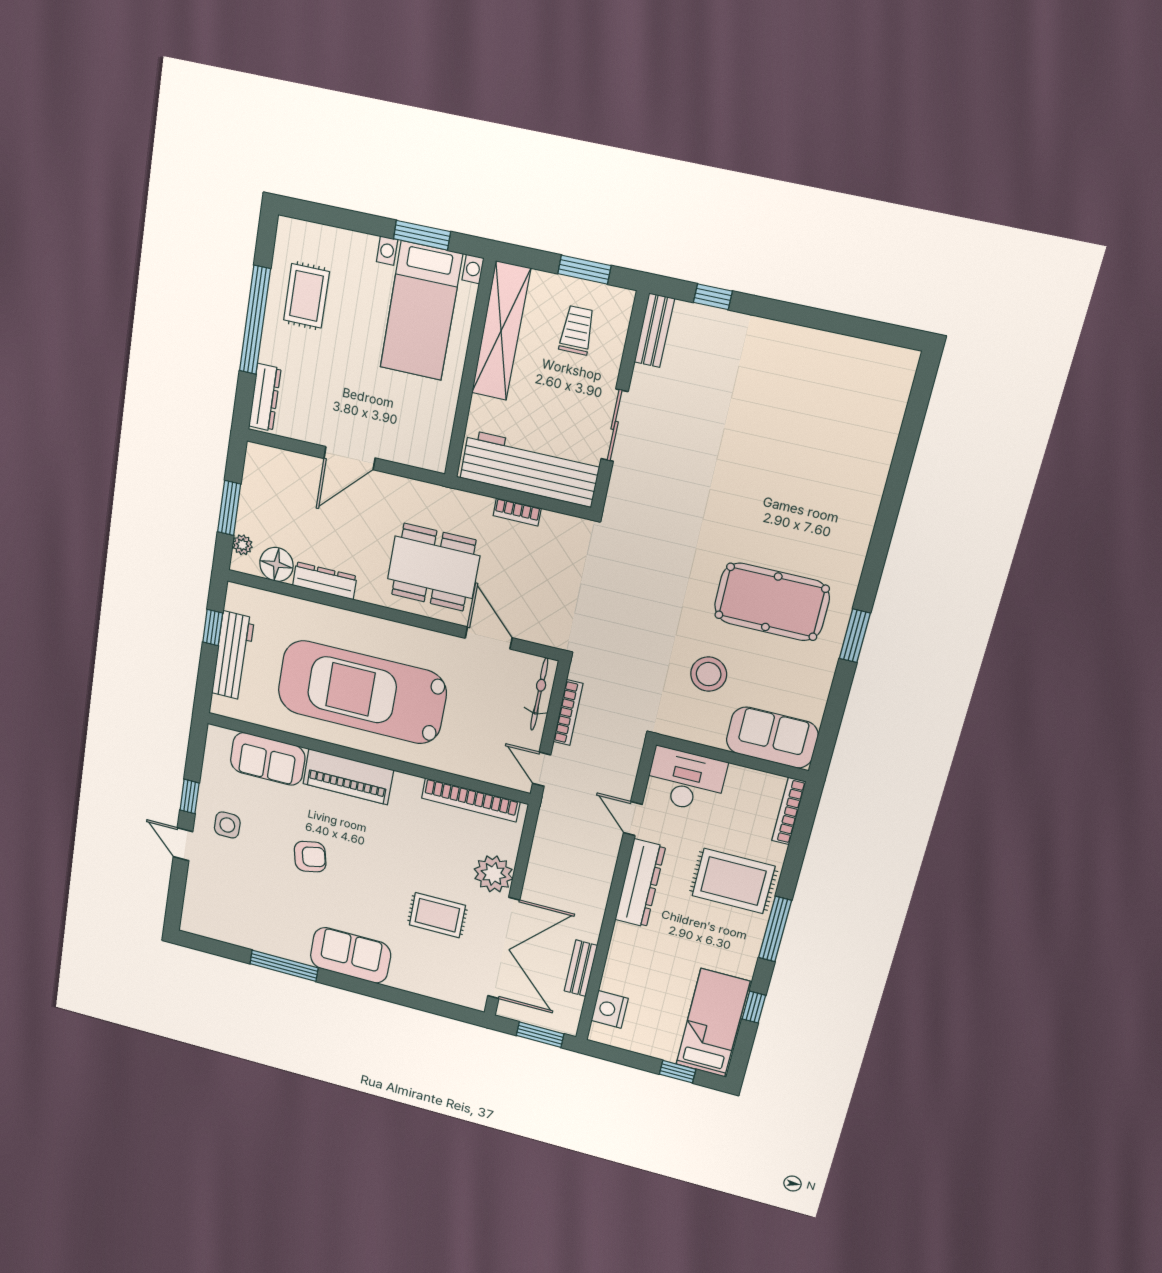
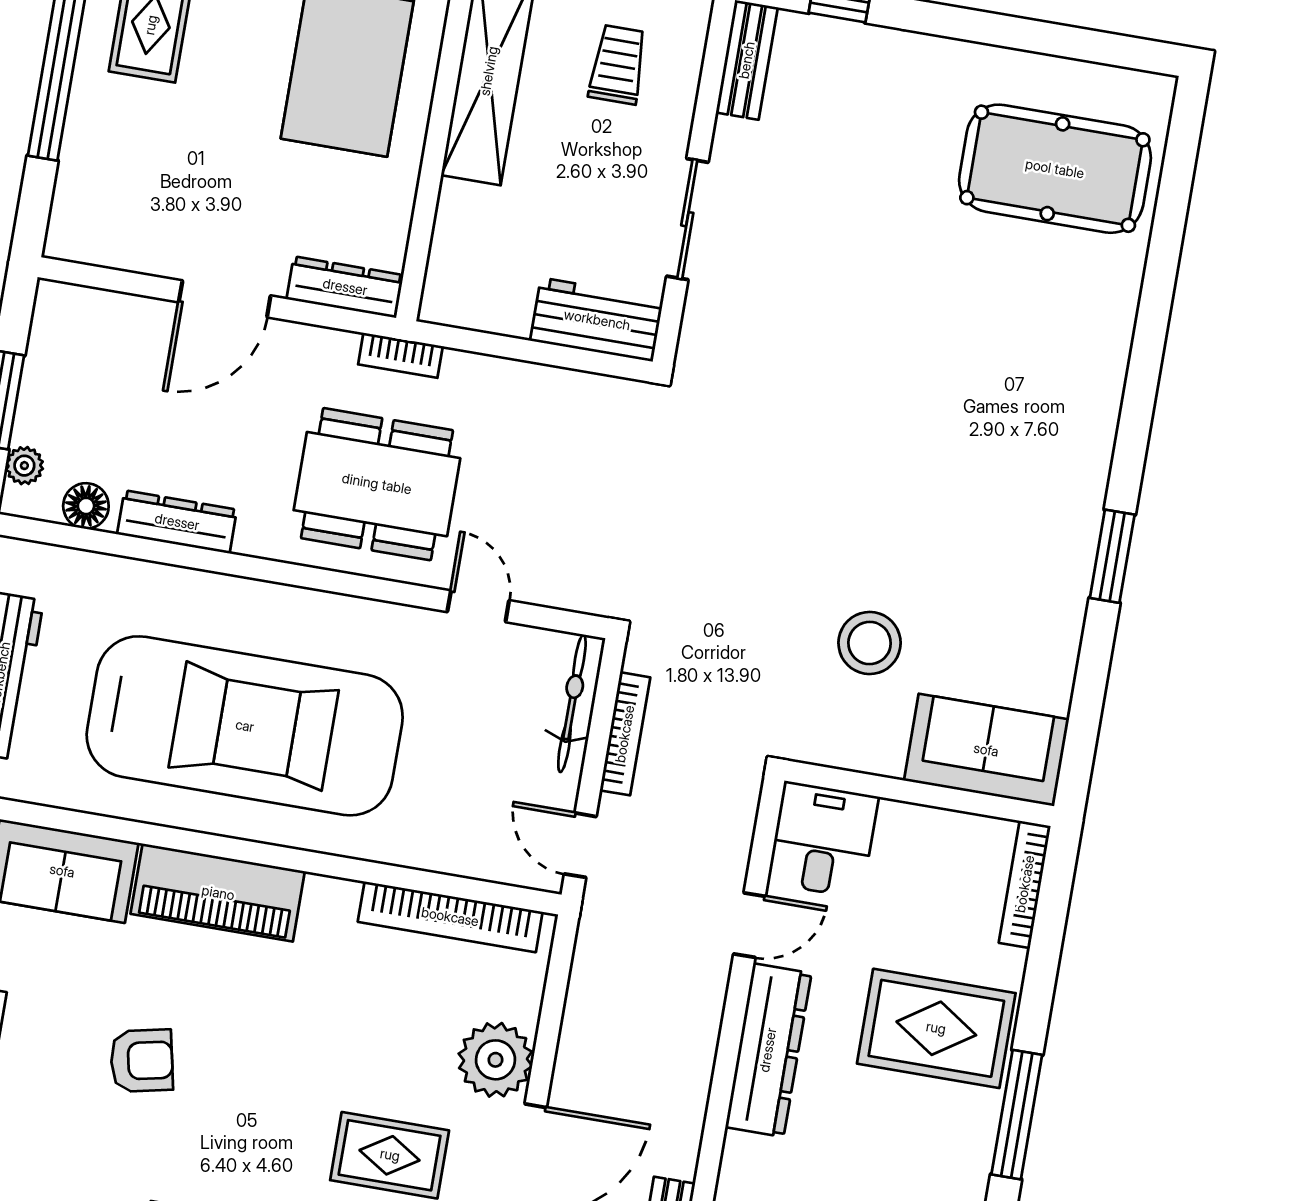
dresser: (265, 397) -> (345, 287), moved, turned -90
workbench: (530, 469) -> (597, 320), width x0.53, depth x0.76
bookcase: (517, 512) -> (400, 355), moved
floor lamp: (276, 564) -> (86, 506), width x0.73, depth x0.73
pool table: (772, 602) -> (1055, 169), moved
door: (489, 638) -> (478, 606), width x0.73
car: (362, 692) -> (245, 726), turned 180
desk: (686, 780) -> (823, 840), width x0.73
door: (633, 819) -> (749, 925), swing flipped

